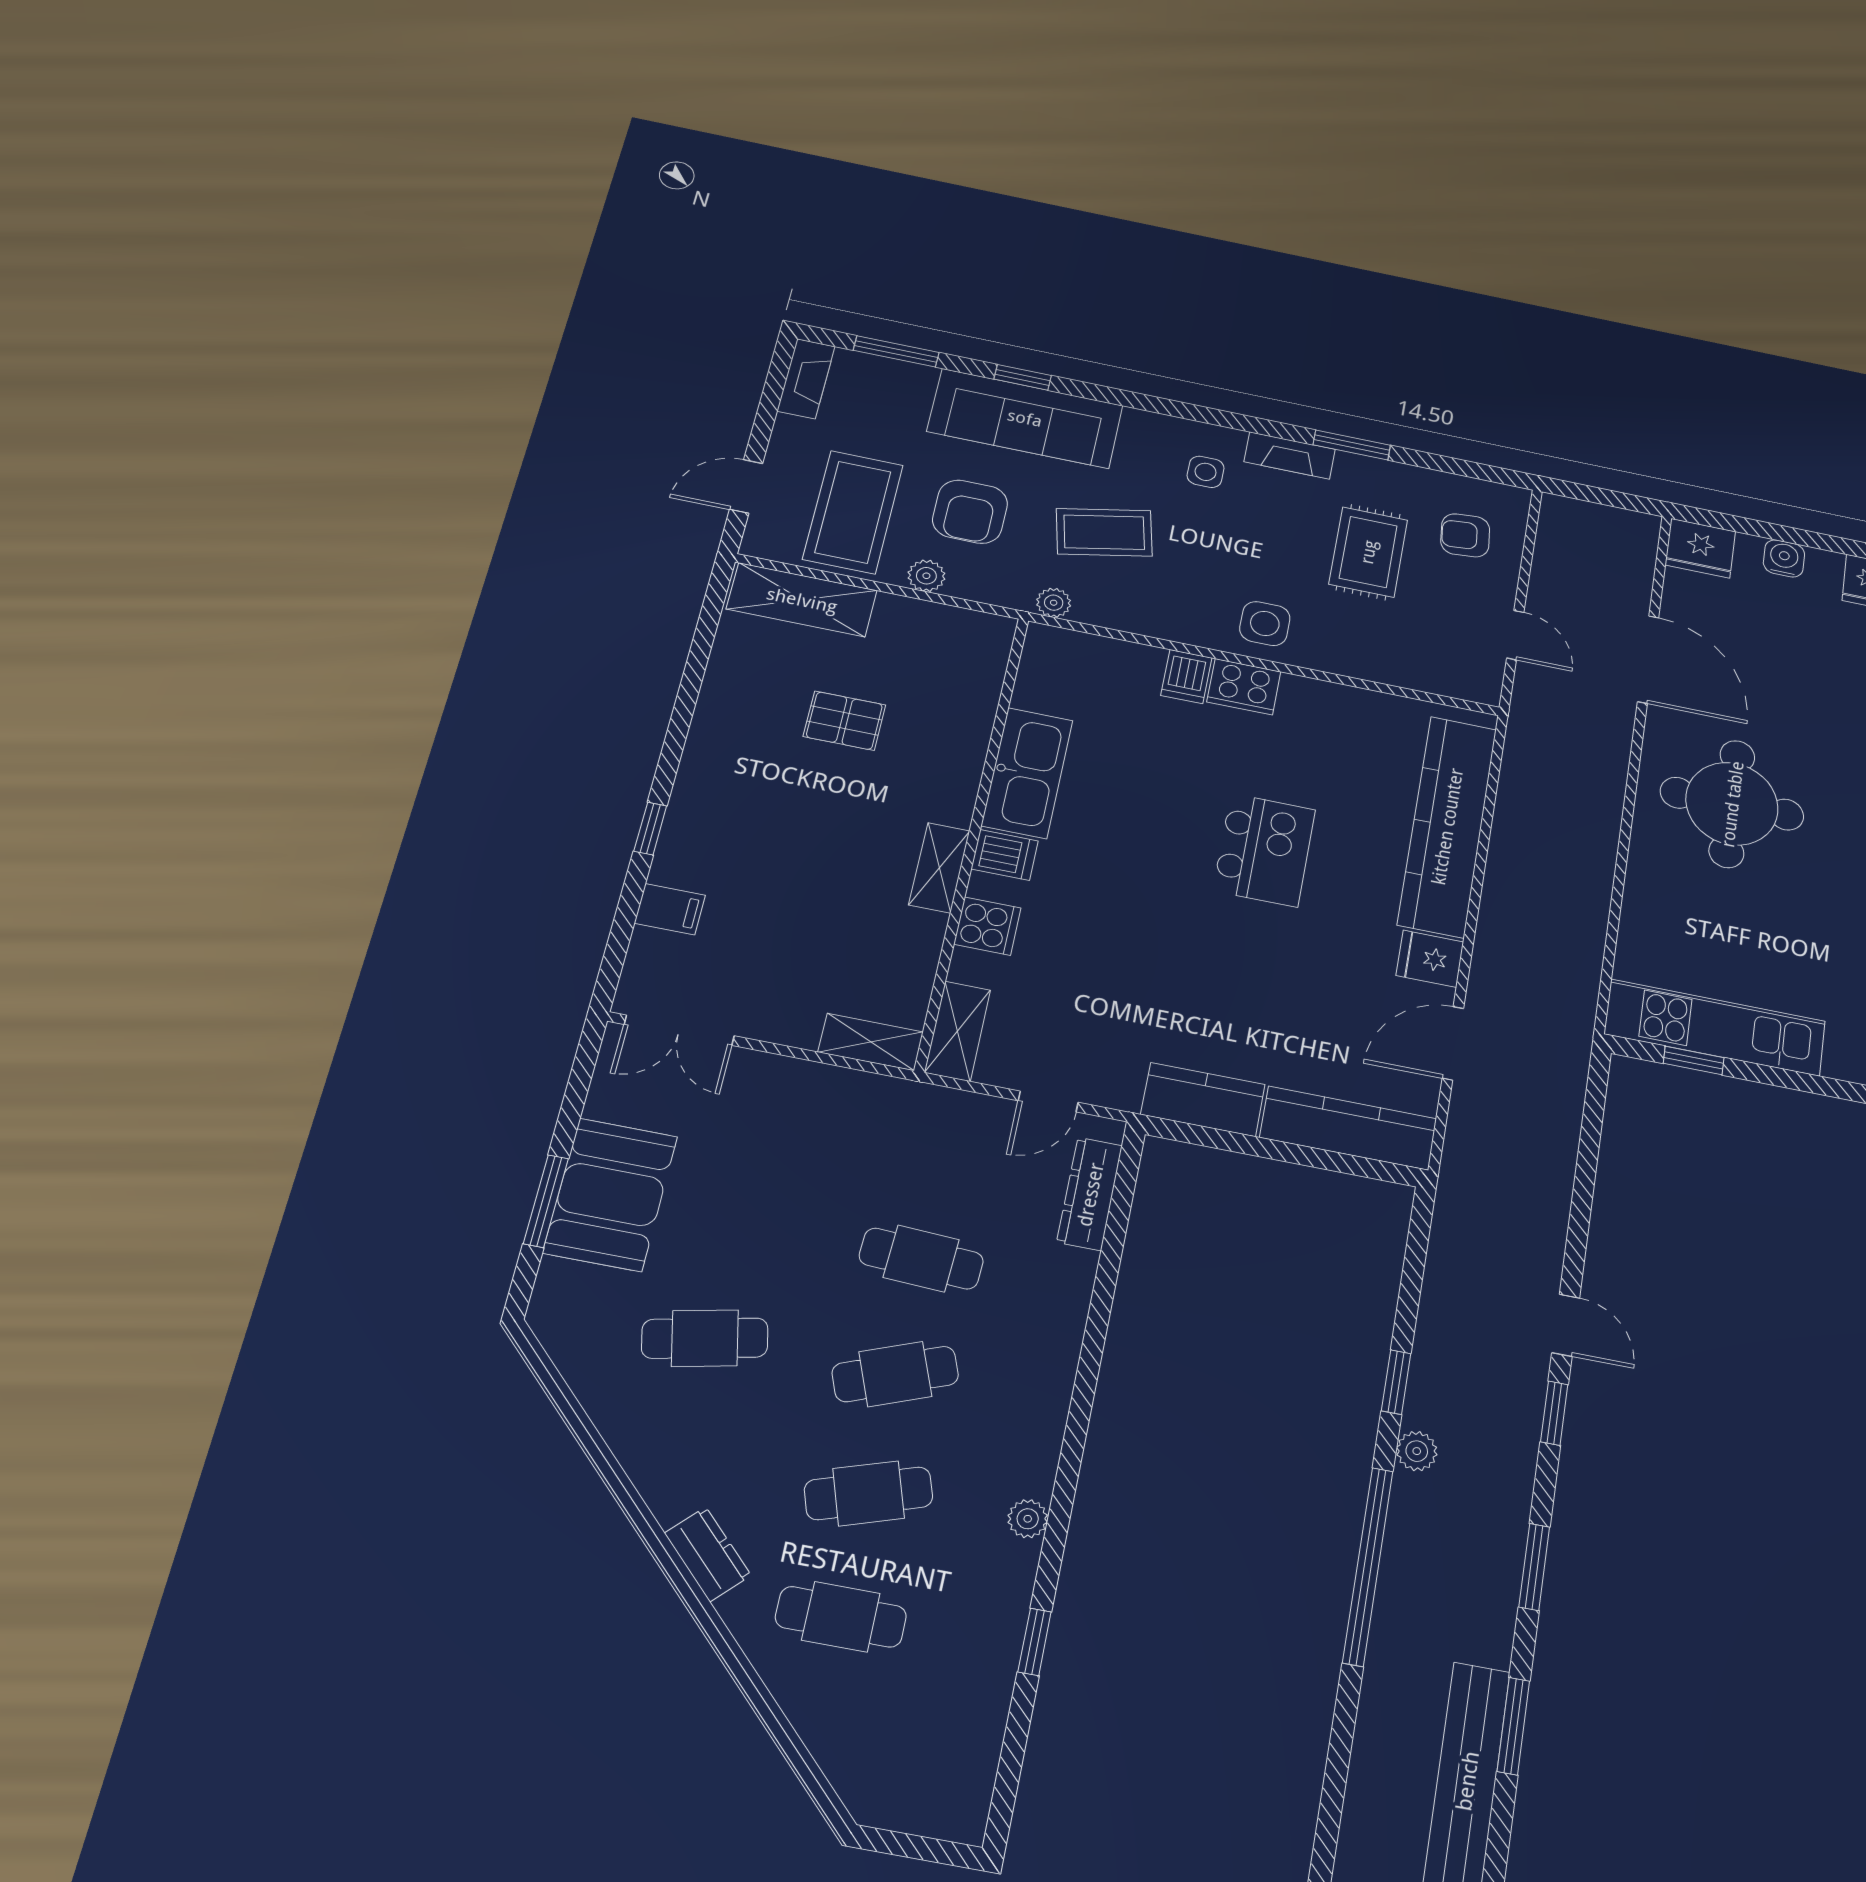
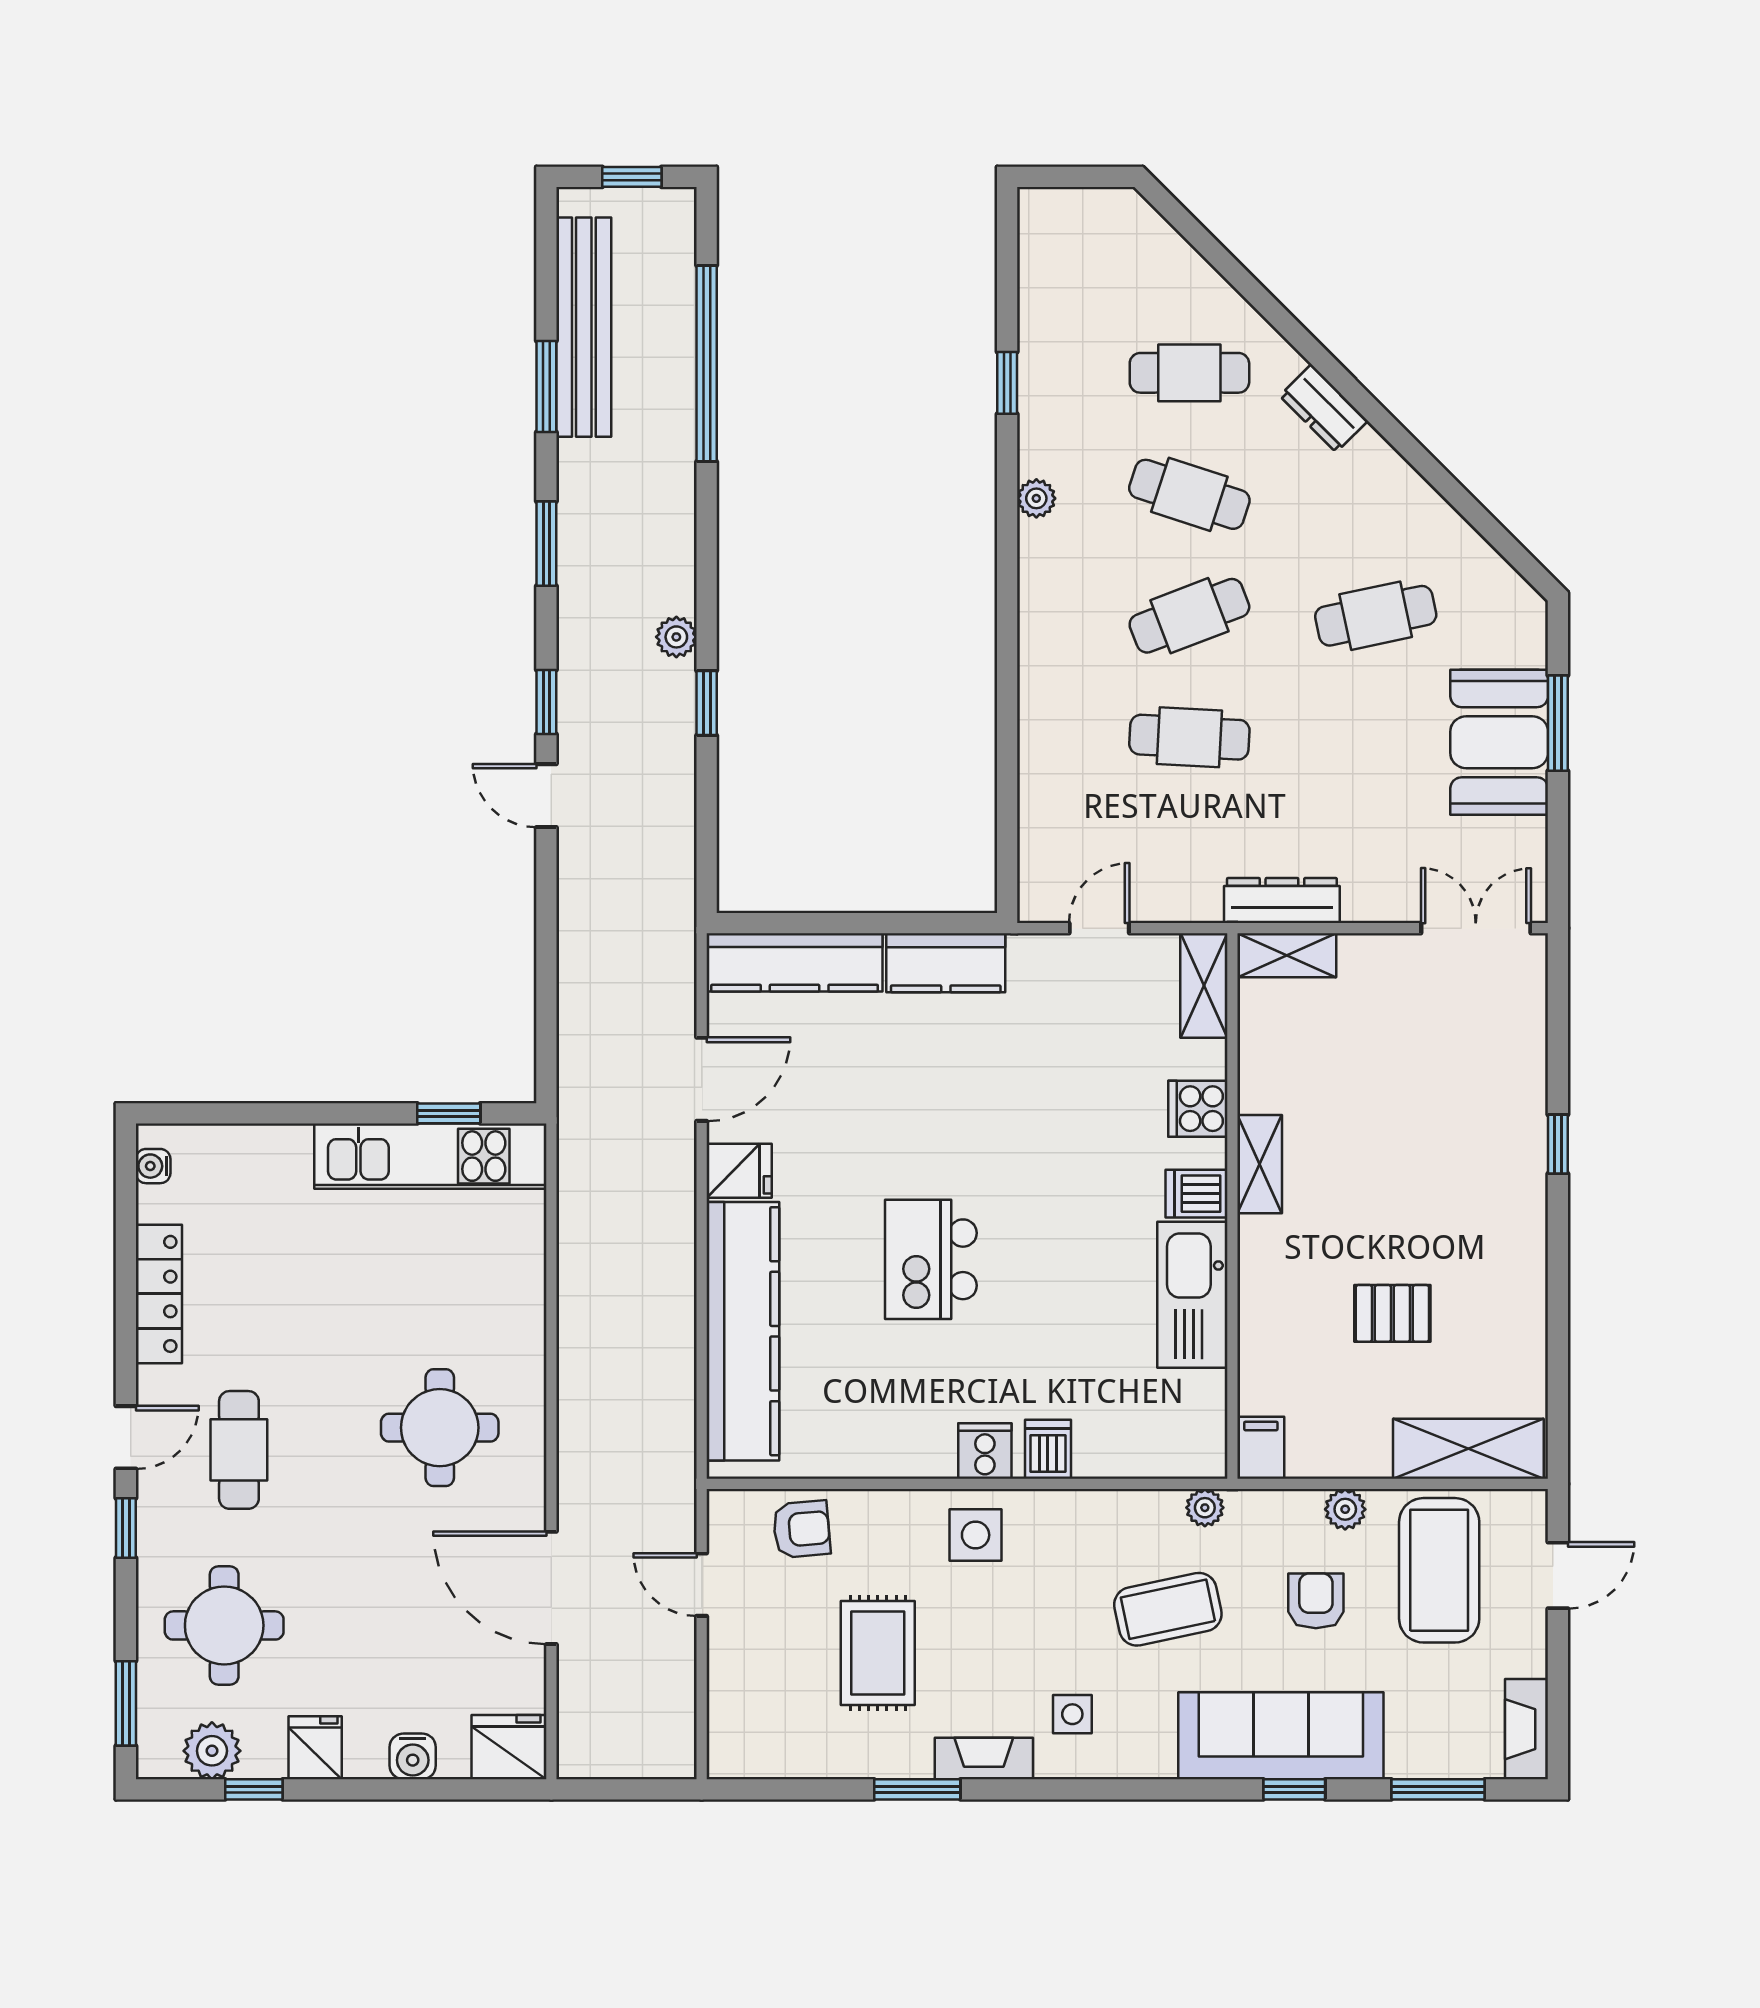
armchair: (970, 512) -> (1316, 1601), width x0.72, depth x0.72
armchair: (1465, 535) -> (801, 1529), moved
cooker: (1244, 687) -> (985, 1451), width x0.73
round table: (1732, 804) -> (440, 1428), width x0.73, depth x0.73
filing cabinet: (670, 909) -> (1261, 1448), moved, turned 90
dresser: (1090, 1194) -> (1282, 900), moved, turned -90
cafe table: (869, 1493) -> (1189, 494), turned 36
window: (1368, 1566) -> (707, 363), moved

